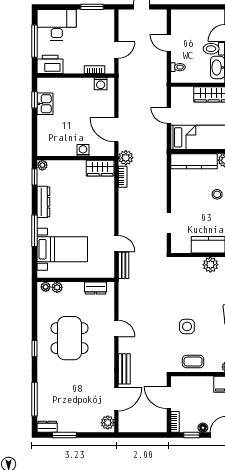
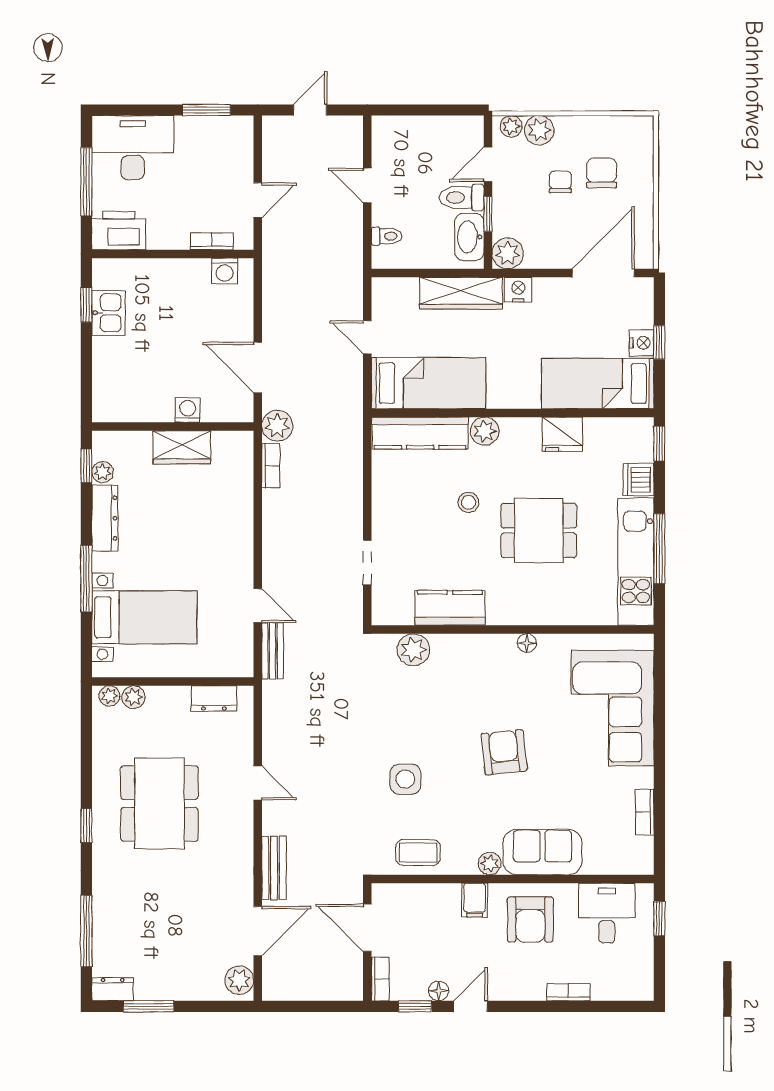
plant: (42, 165) -> (103, 472), moved
wardrobe: (100, 168) -> (182, 447), moved
plant: (210, 265) -> (413, 650), moved

